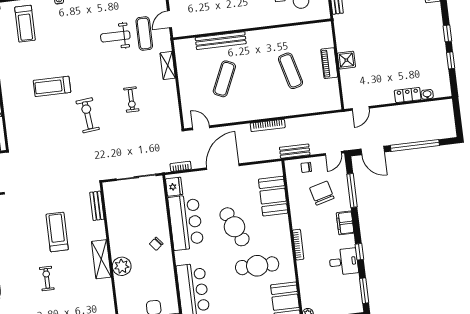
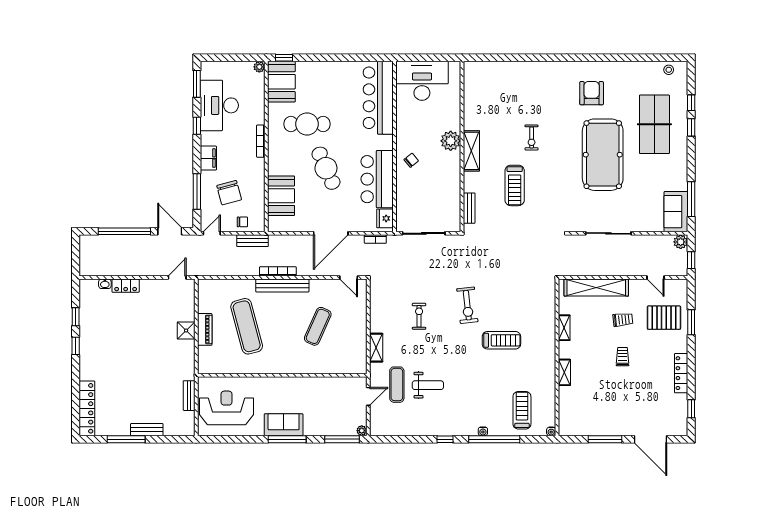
bench: (221, 41) -> (282, 285), moved
exercise mat: (291, 71) -> (247, 326), width x1.36, depth x1.45
desk: (344, 262) -> (219, 105), width x1.87, depth x1.30

